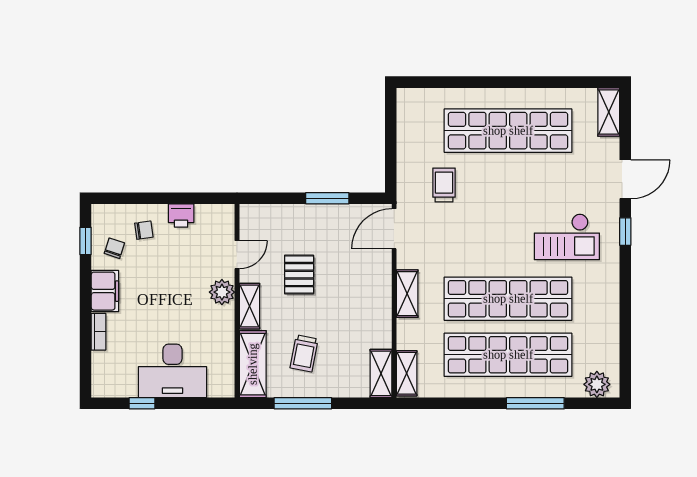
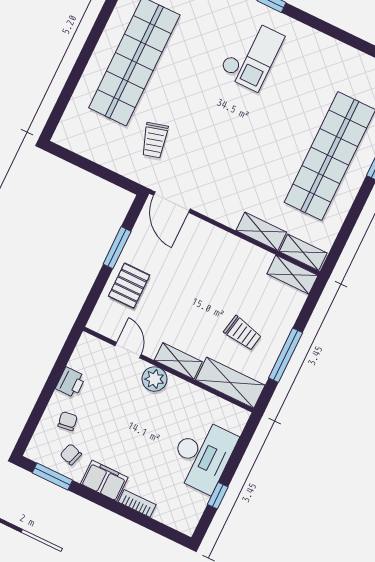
trolley: (444, 185) -> (155, 140), turned -105
window: (86, 241) -> (52, 476), width x1.50
pallet: (299, 275) -> (129, 286), moved, turned 90
shelving: (407, 294) -> (261, 231), moved
shop shelf: (508, 299) -> (281, 132), removed

